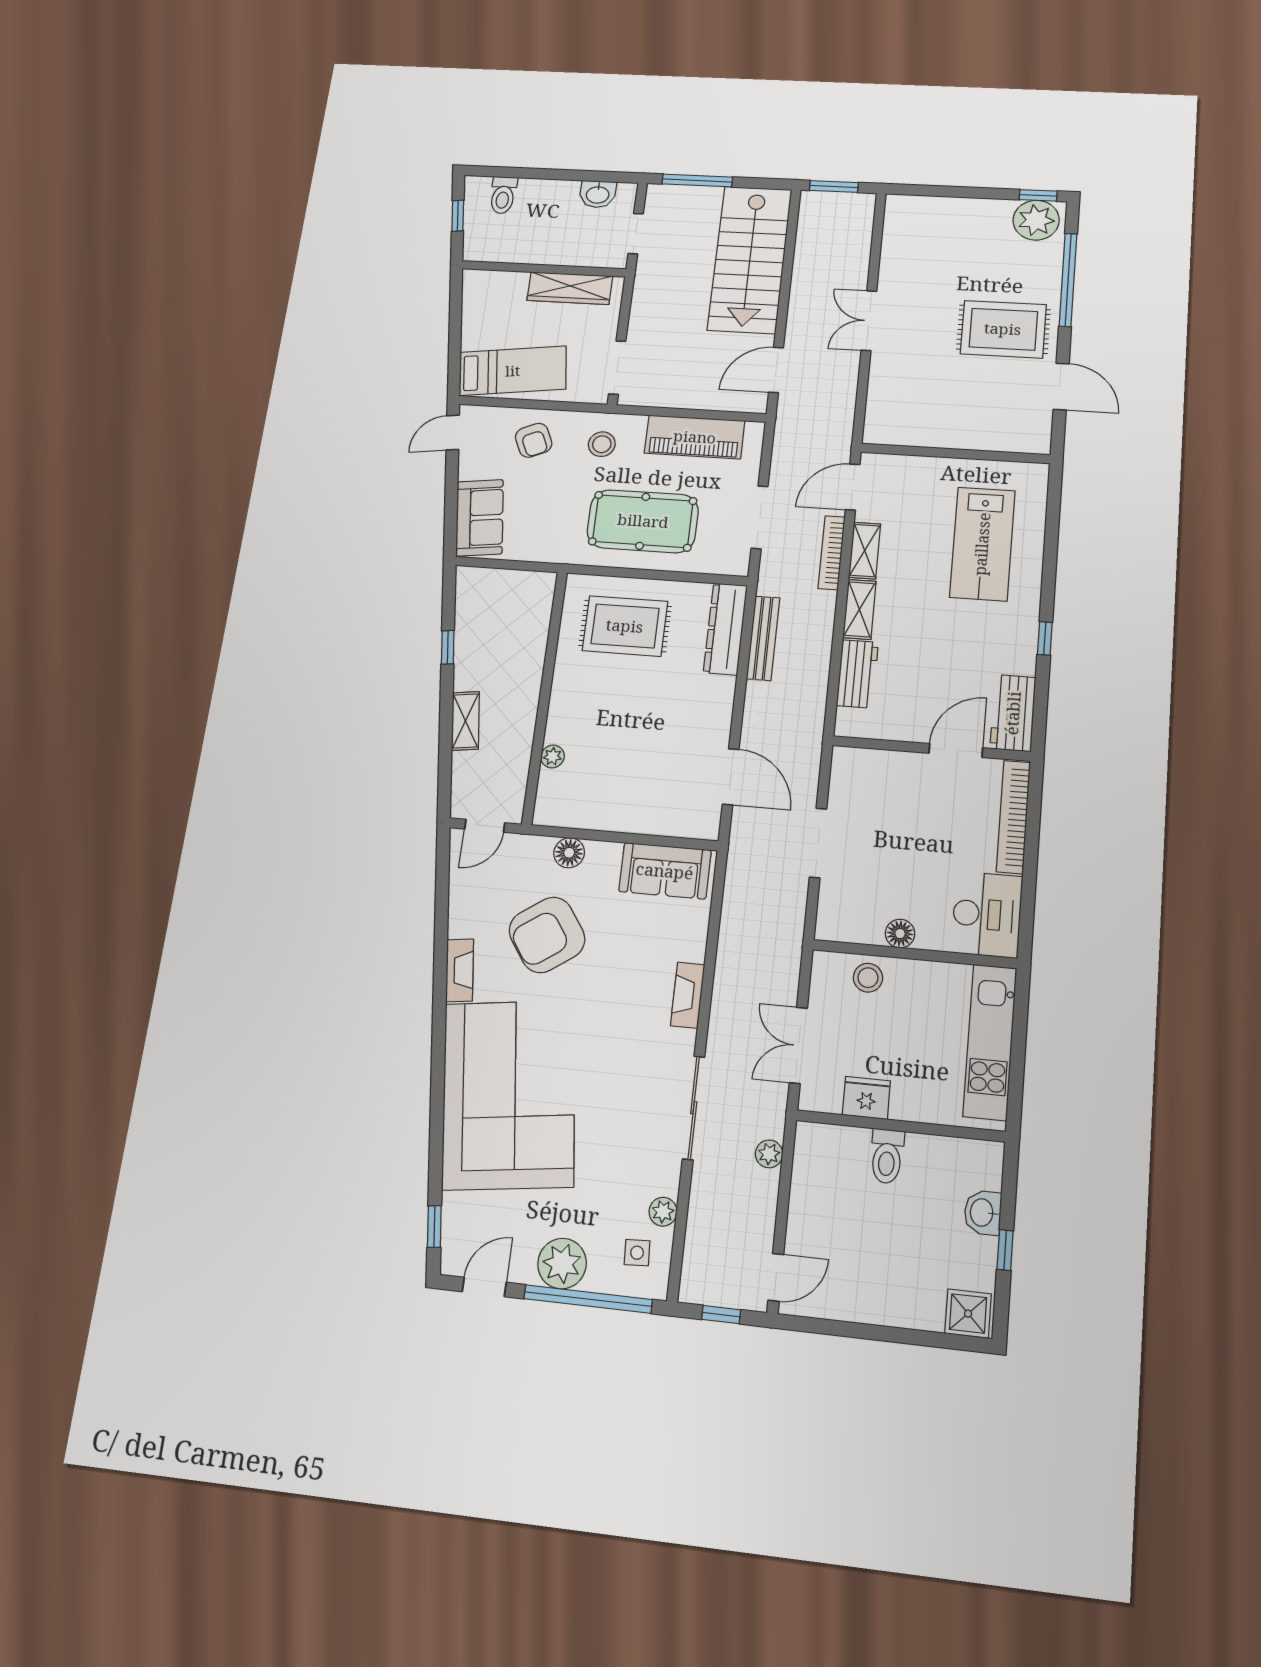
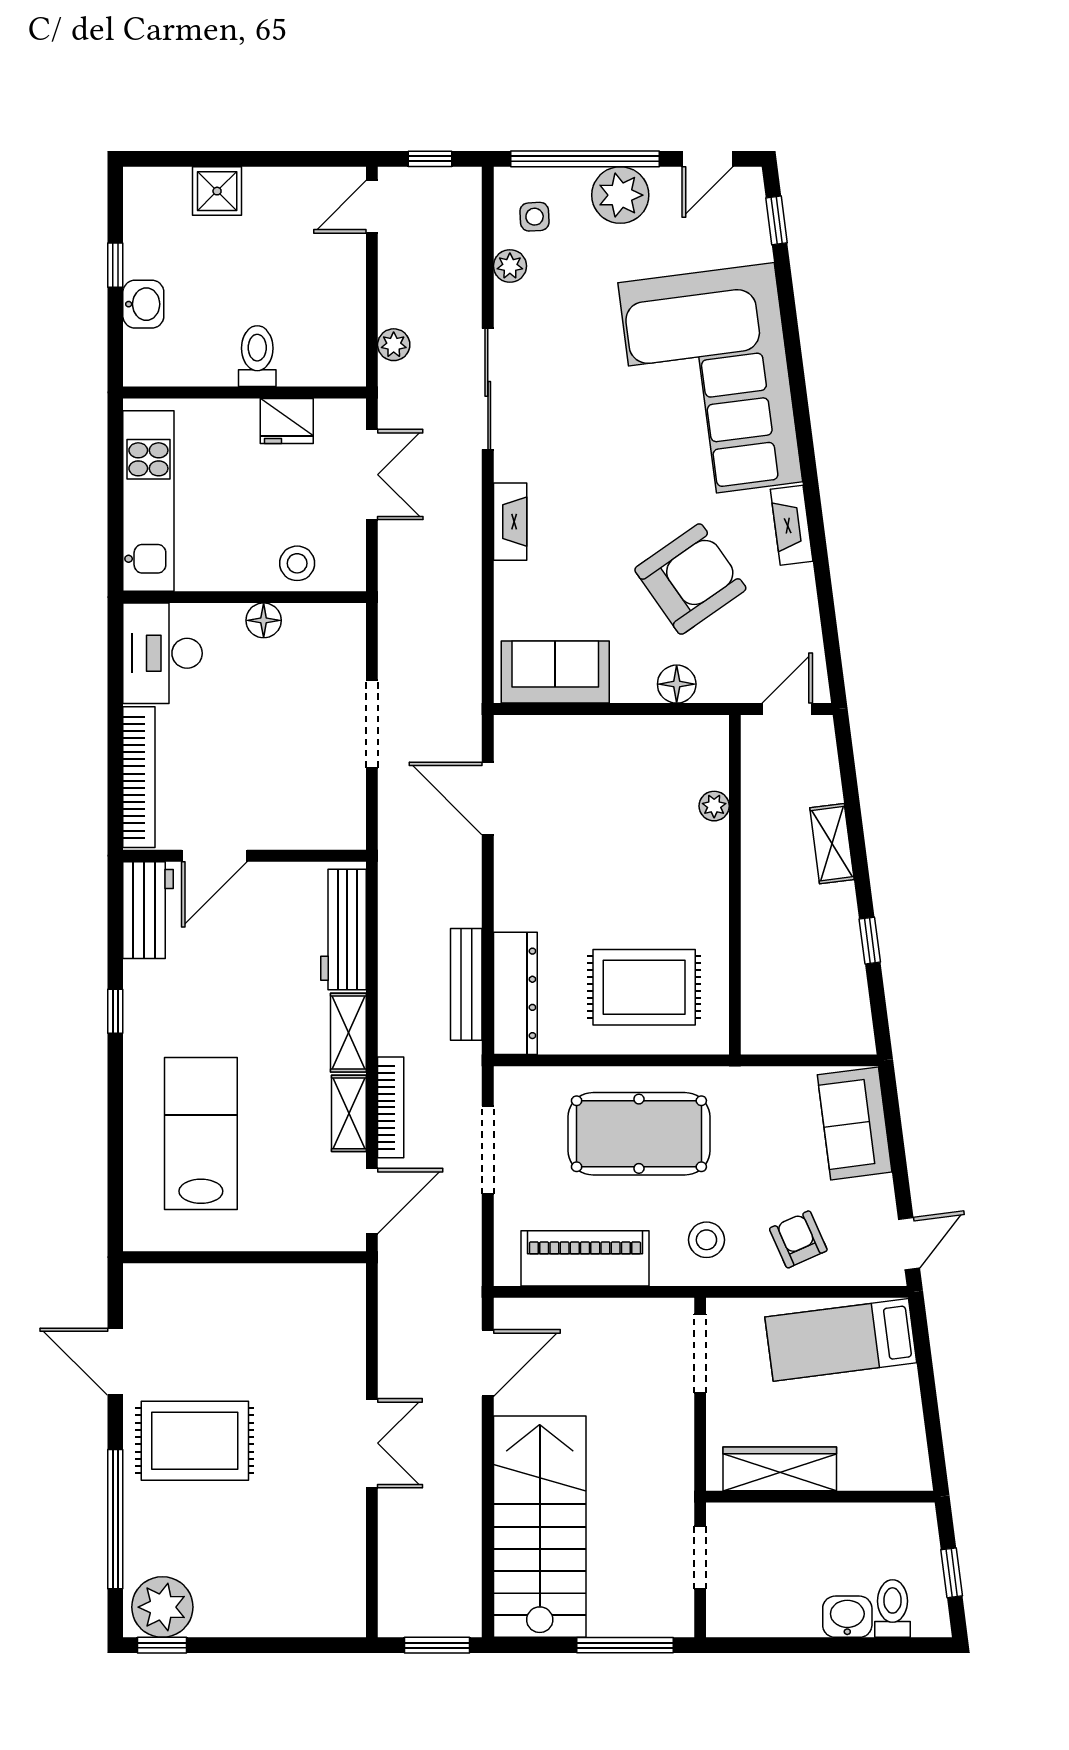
washbasin: (598, 194) -> (847, 1617), moved
workbench: (857, 674) -> (343, 930), width x1.38
shower: (968, 1314) -> (217, 191), moved

